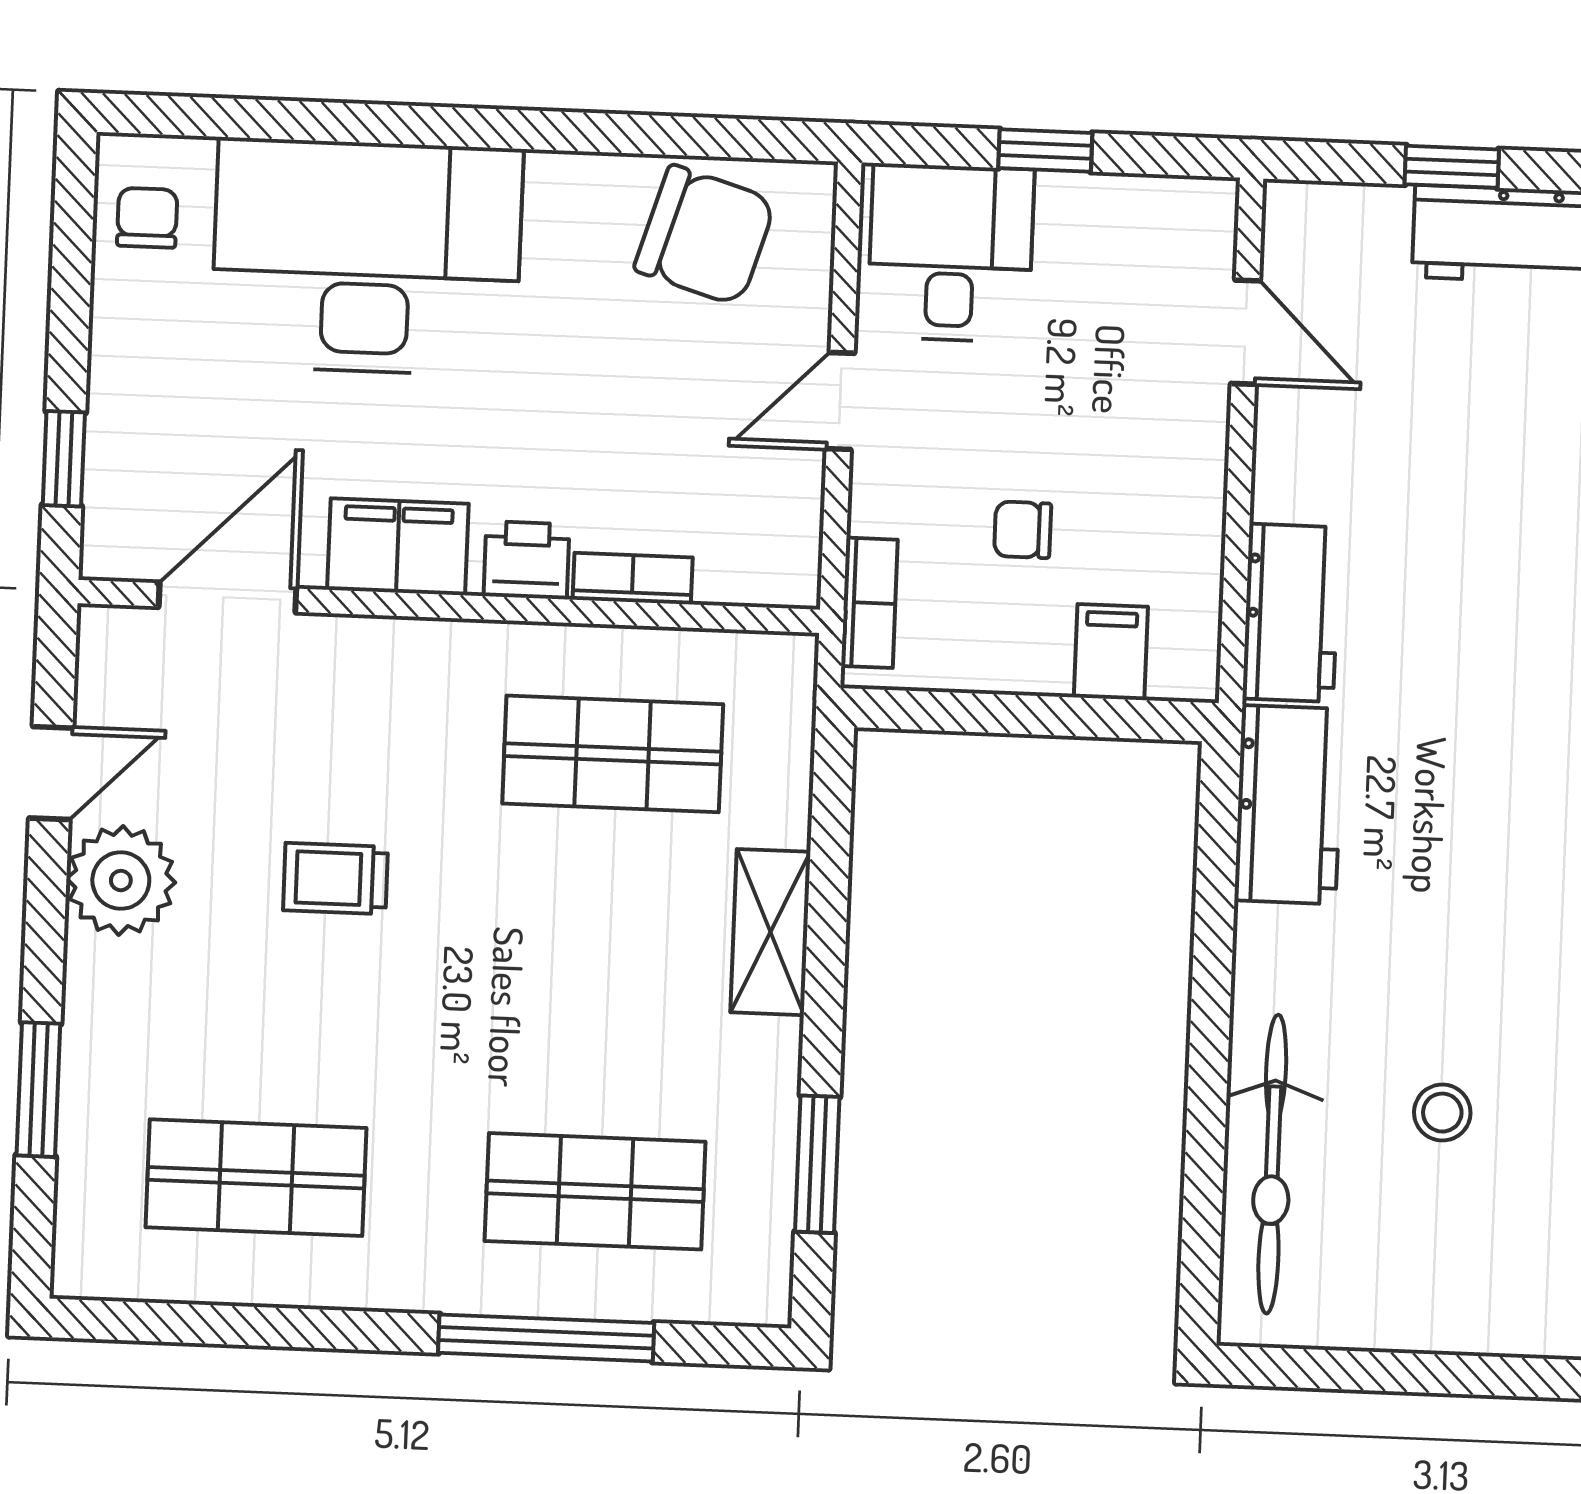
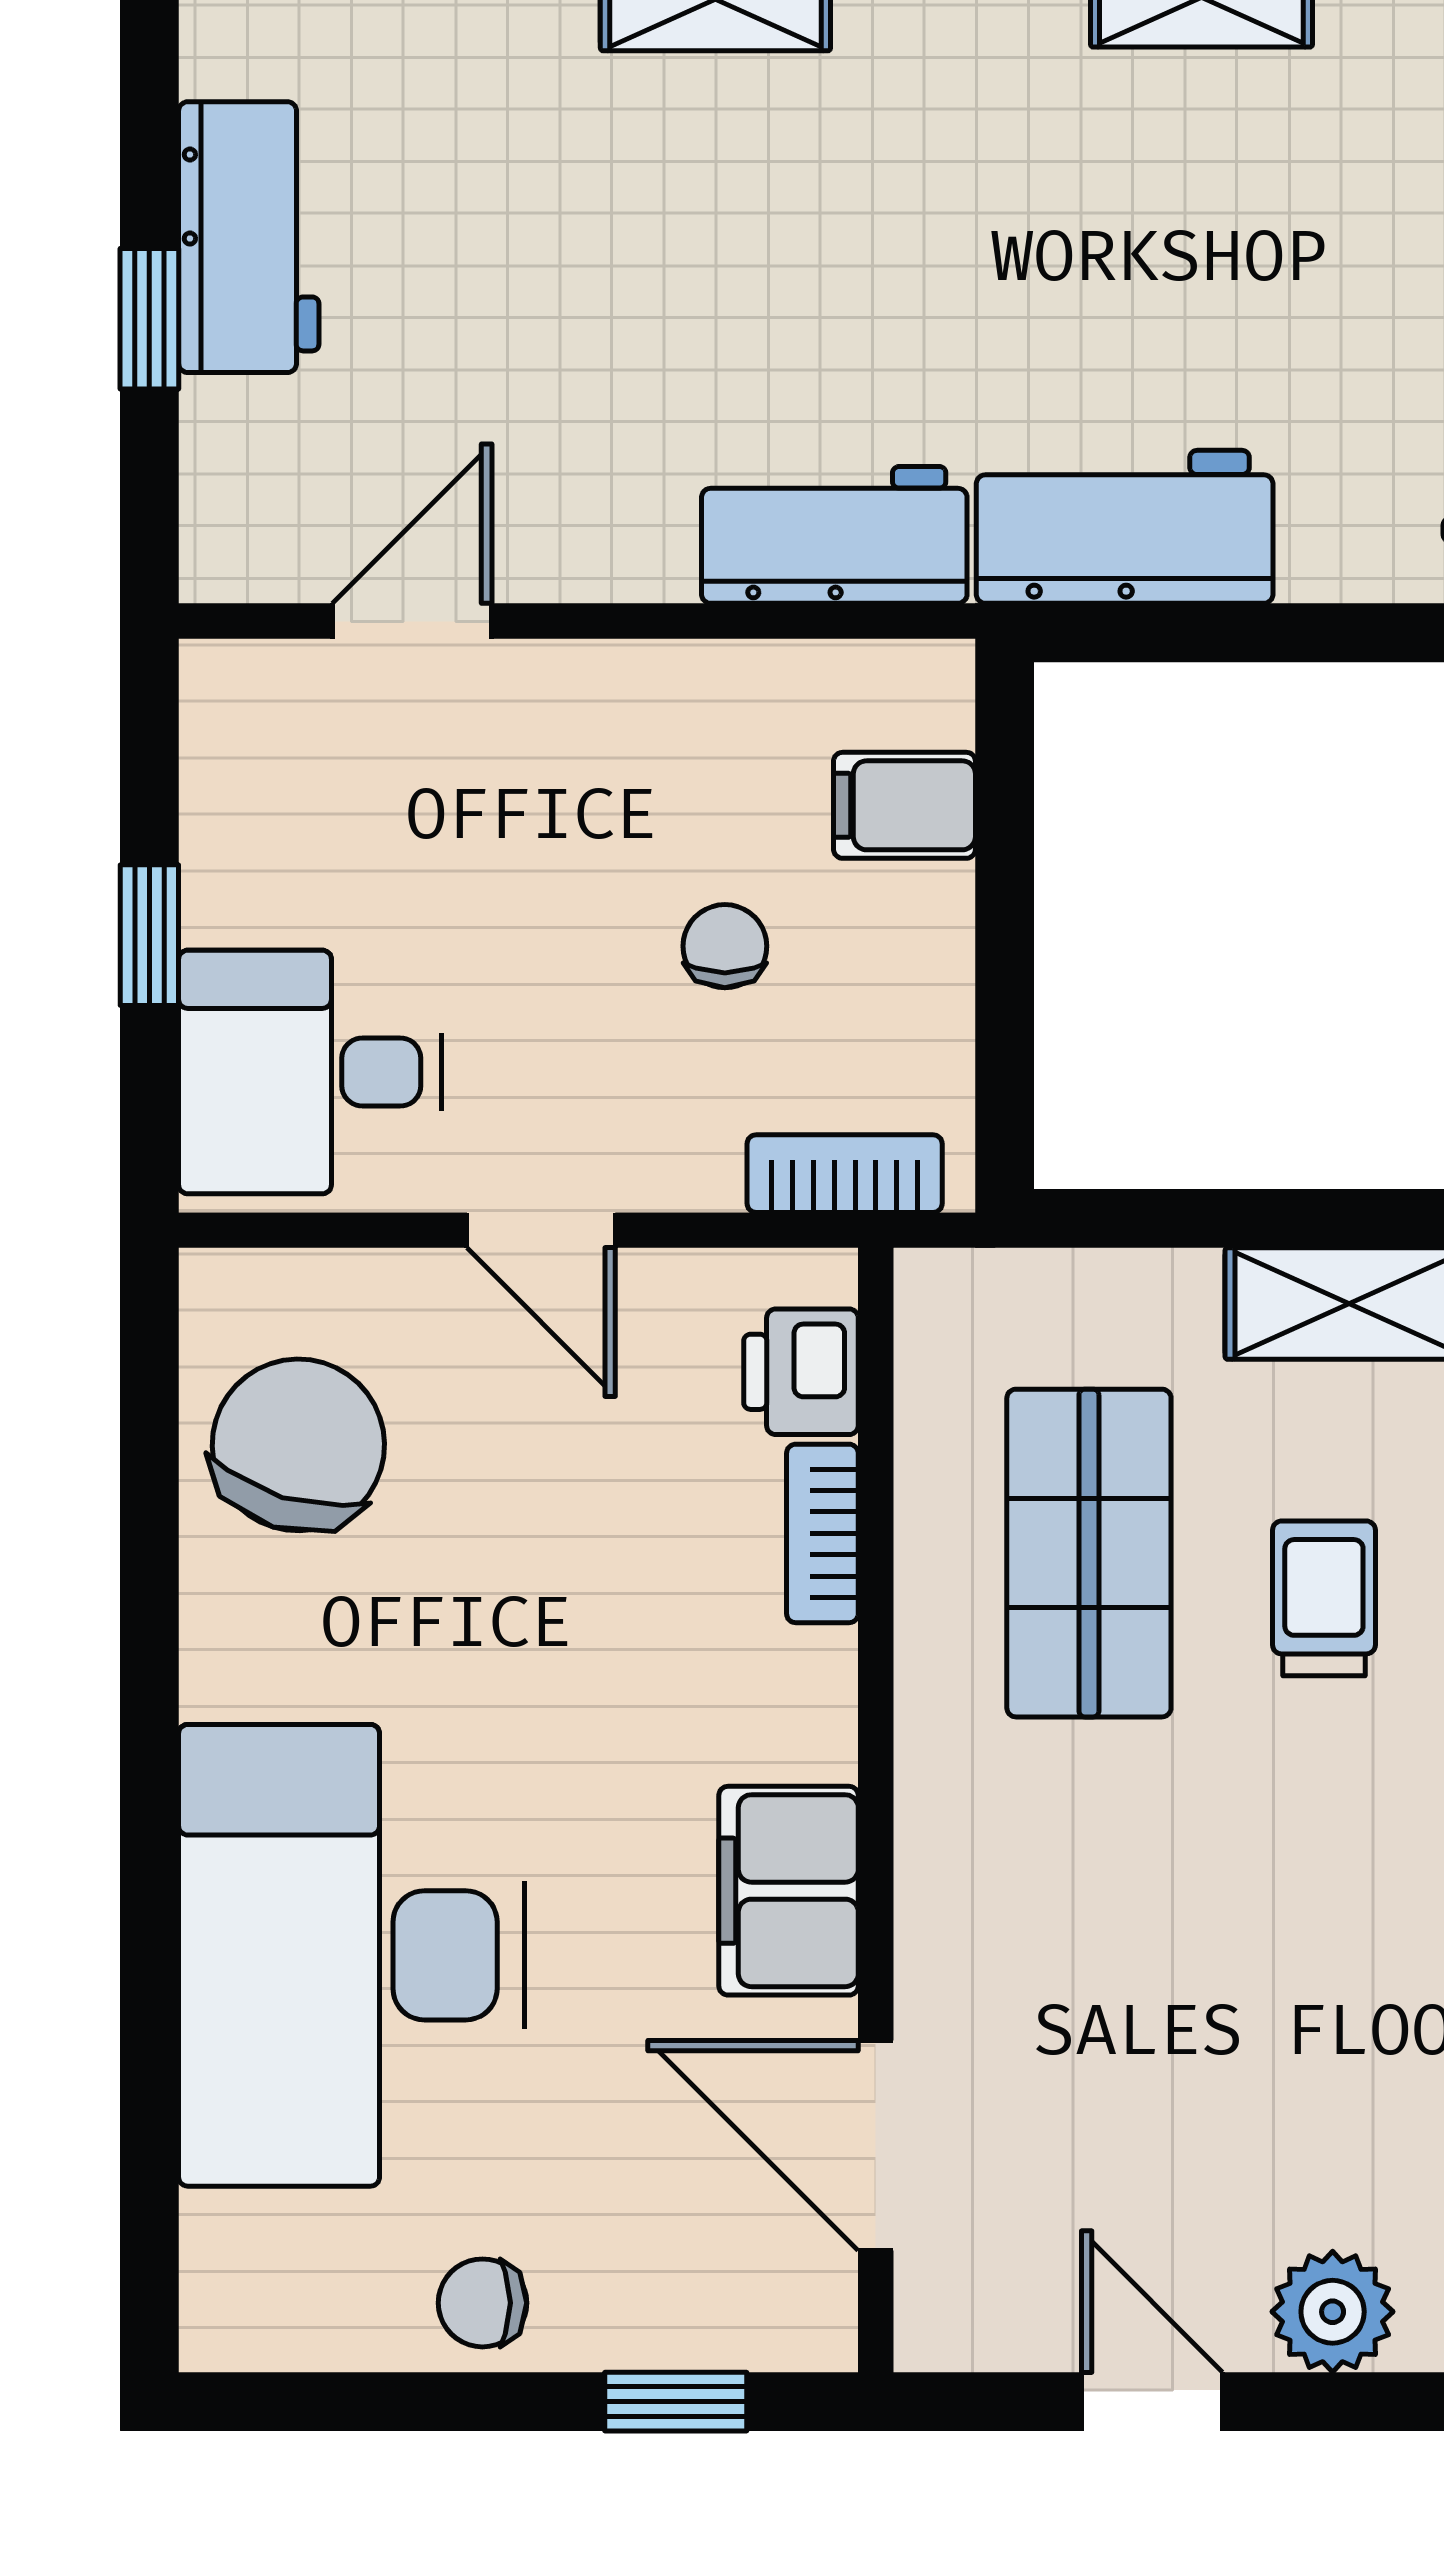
chair: (147, 218) -> (482, 2303), moved
chair: (1023, 530) -> (725, 946), turned 180
printer: (527, 560) -> (801, 1372), moved
trolley: (336, 878) -> (1324, 1598), moved, turned 180
plant: (121, 881) -> (1333, 2312), width x0.73, depth x0.73

